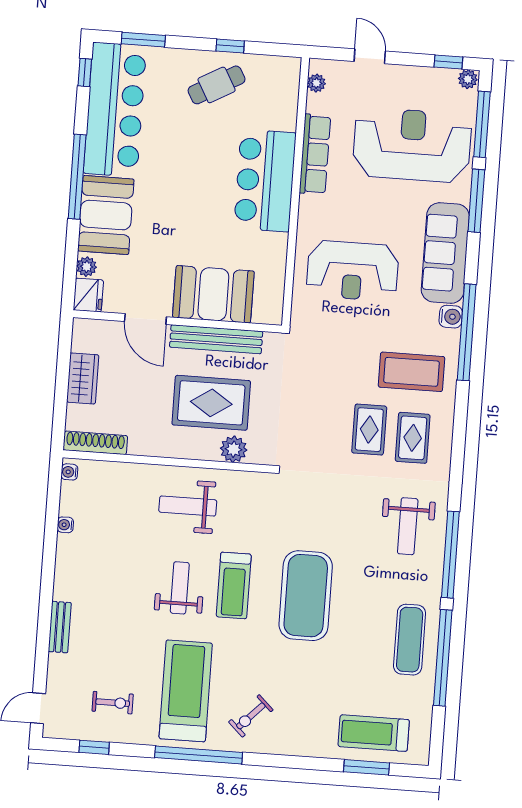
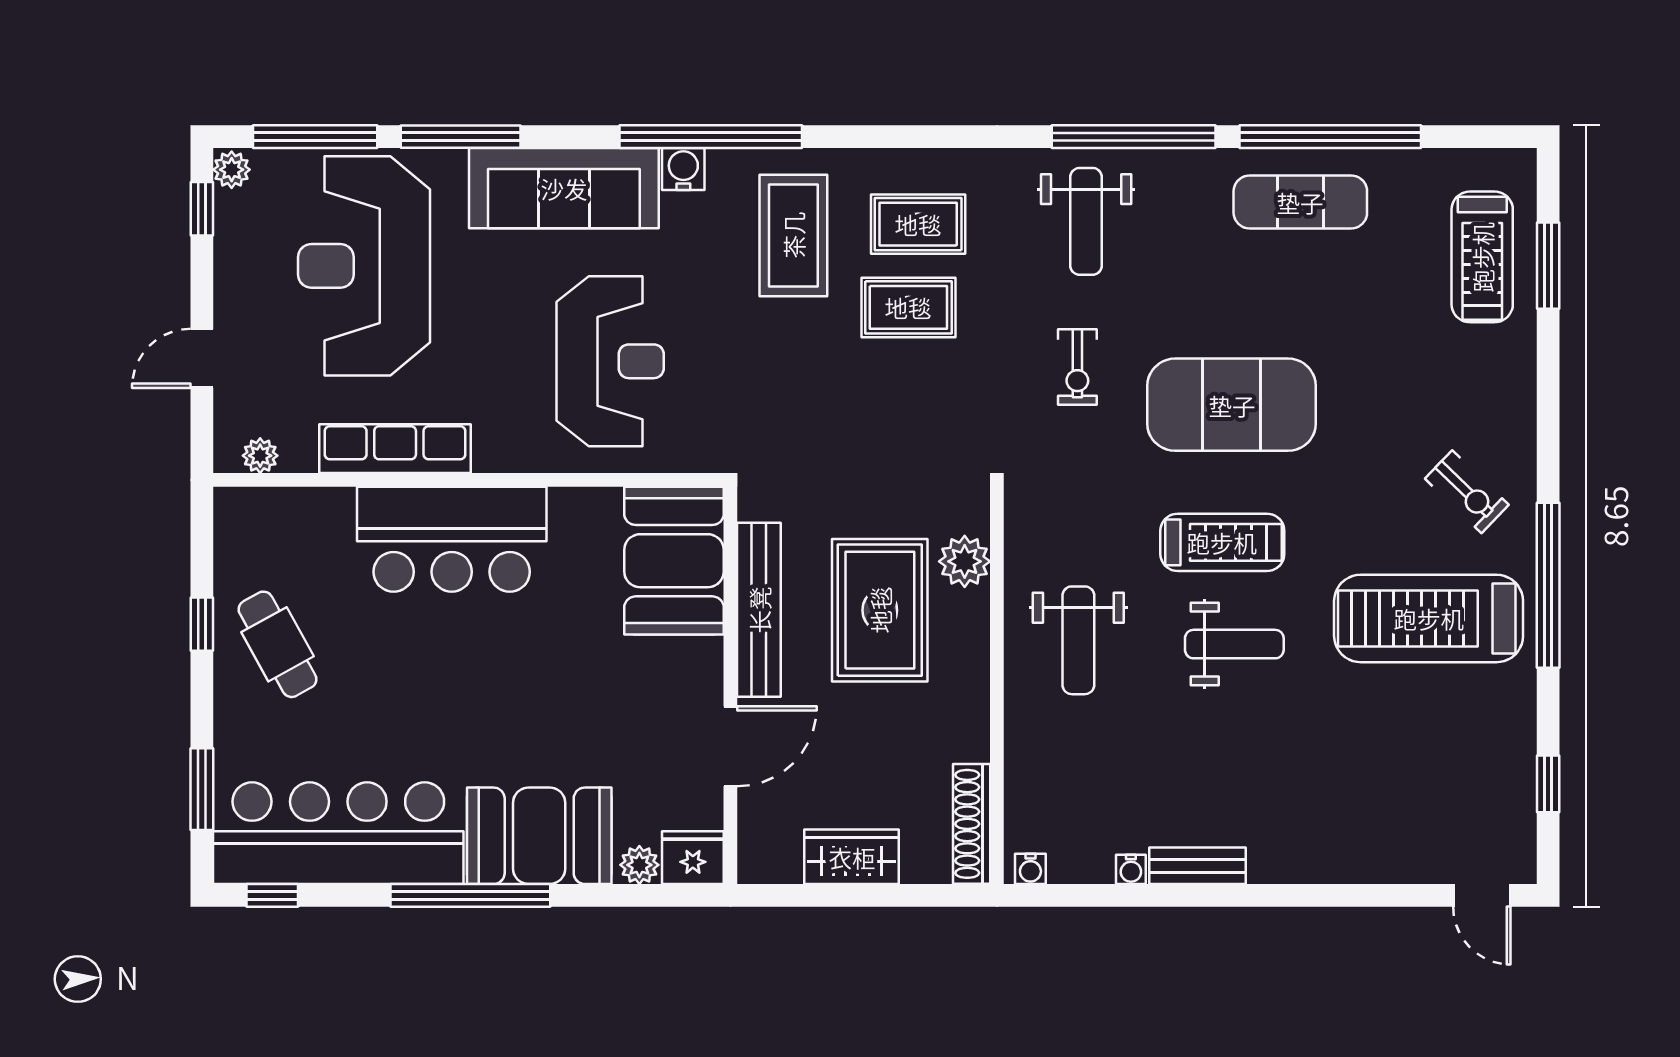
booth: (213, 294) -> (674, 561), moved
weight bench: (408, 526) -> (1086, 221), turned 90
weight bench: (180, 588) -> (1234, 644), turned 180
bench: (60, 627) -> (1198, 866), moved
exercise bike: (113, 703) -> (1077, 367), moved, turned 180

